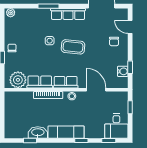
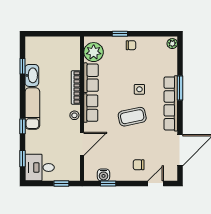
row of seats: (68, 14) -> (171, 103), width x1.36
coffee table: (73, 47) -> (132, 117), turned 72

